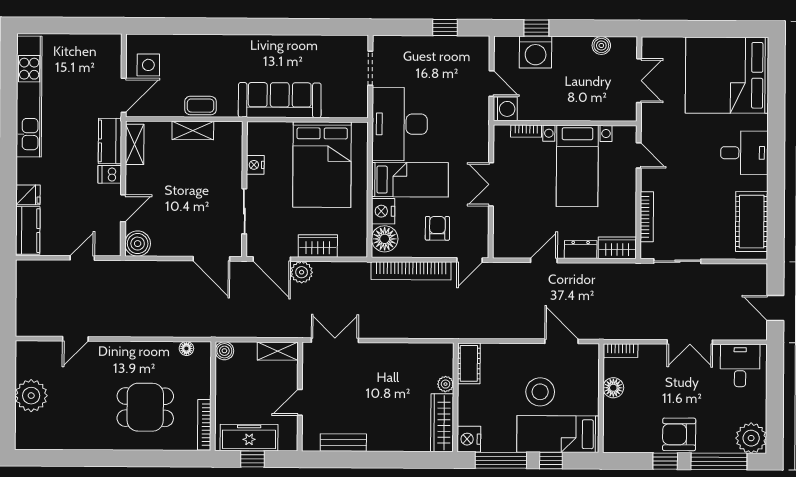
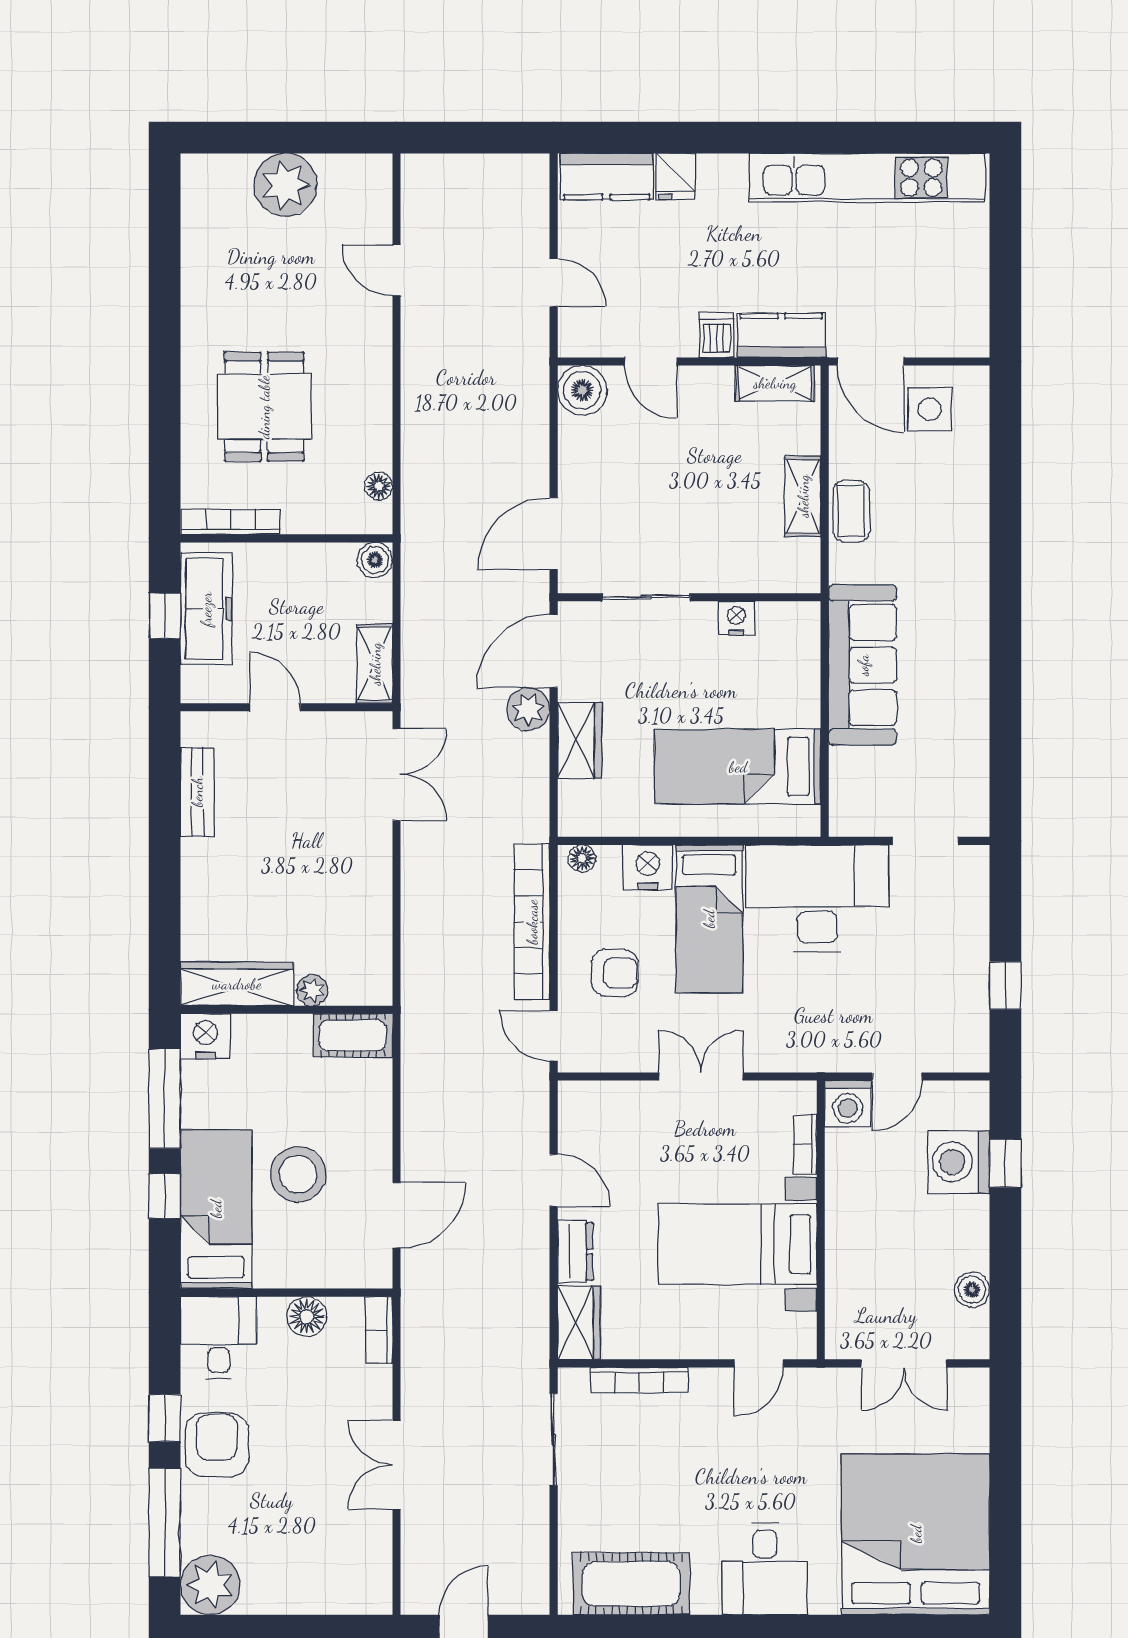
bed: (322, 165) -> (738, 767), width x0.67
floor lamp: (385, 239) -> (582, 858), width x0.53, depth x0.53
desk: (740, 366) -> (219, 1338), moved, turned -90

